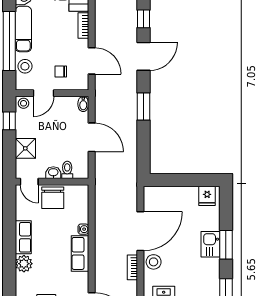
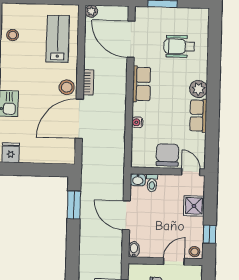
window: (143, 106) -> (74, 205), moved
washbasin: (53, 173) -> (138, 180), moved
row of seats: (80, 253) -> (141, 84), moved

